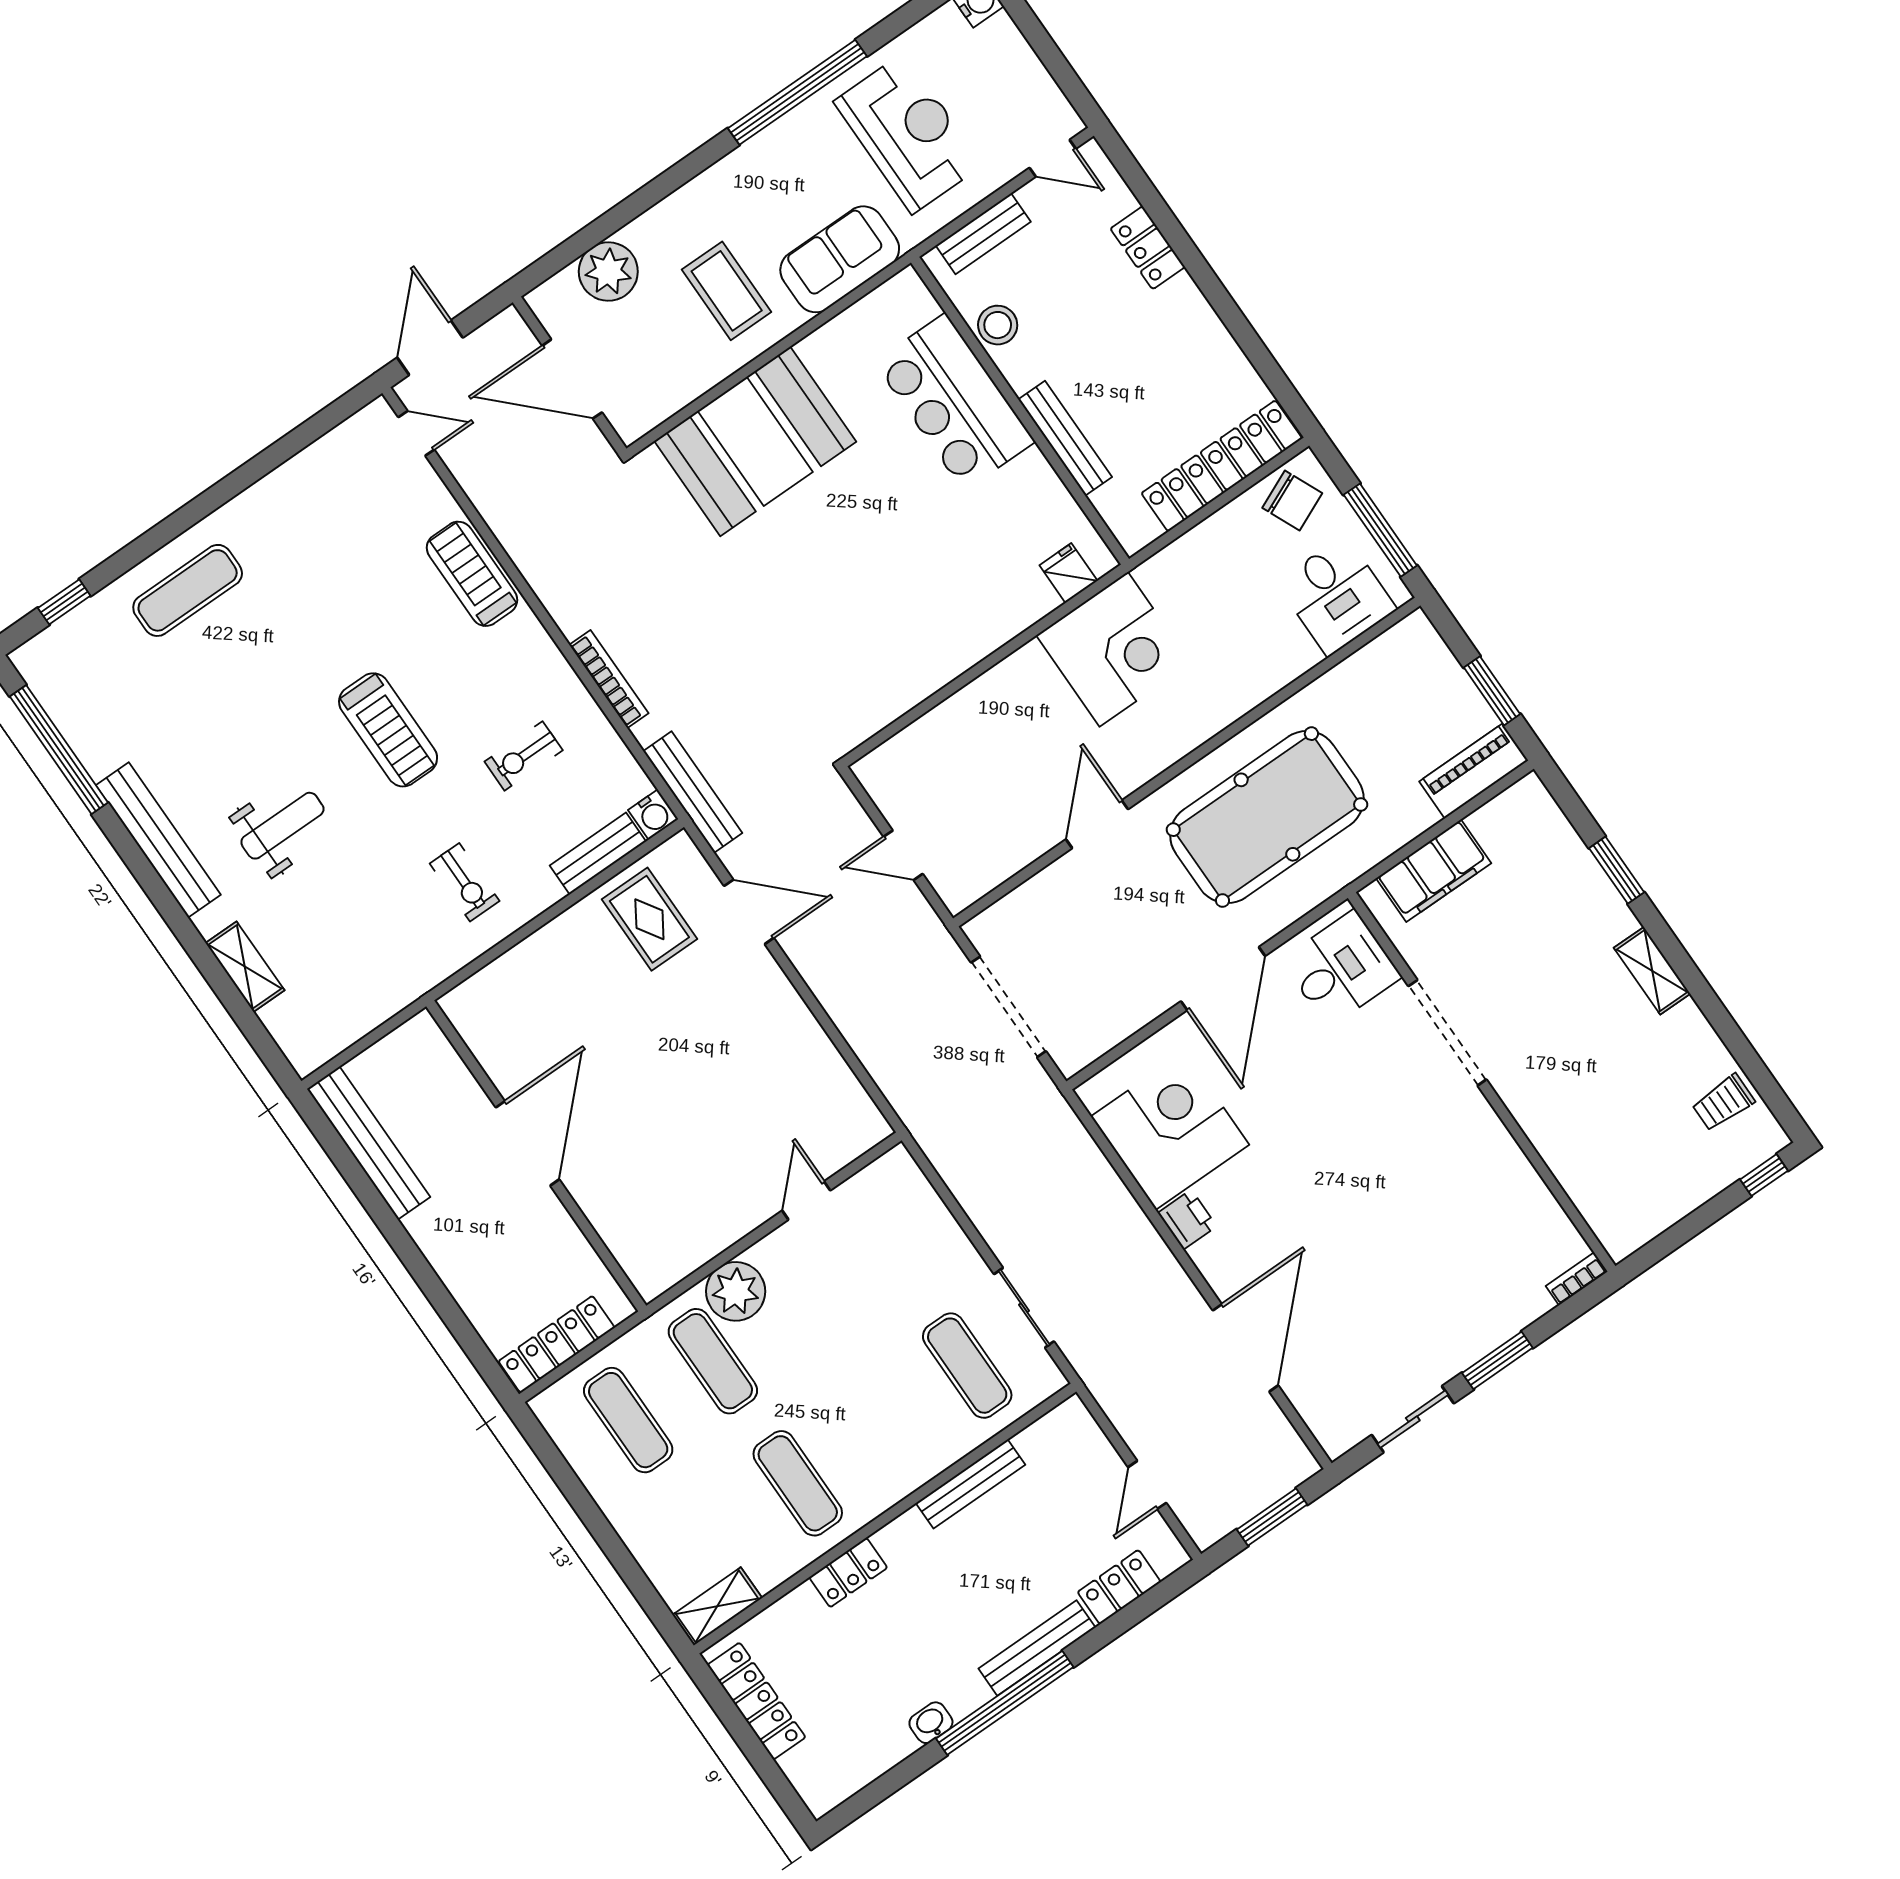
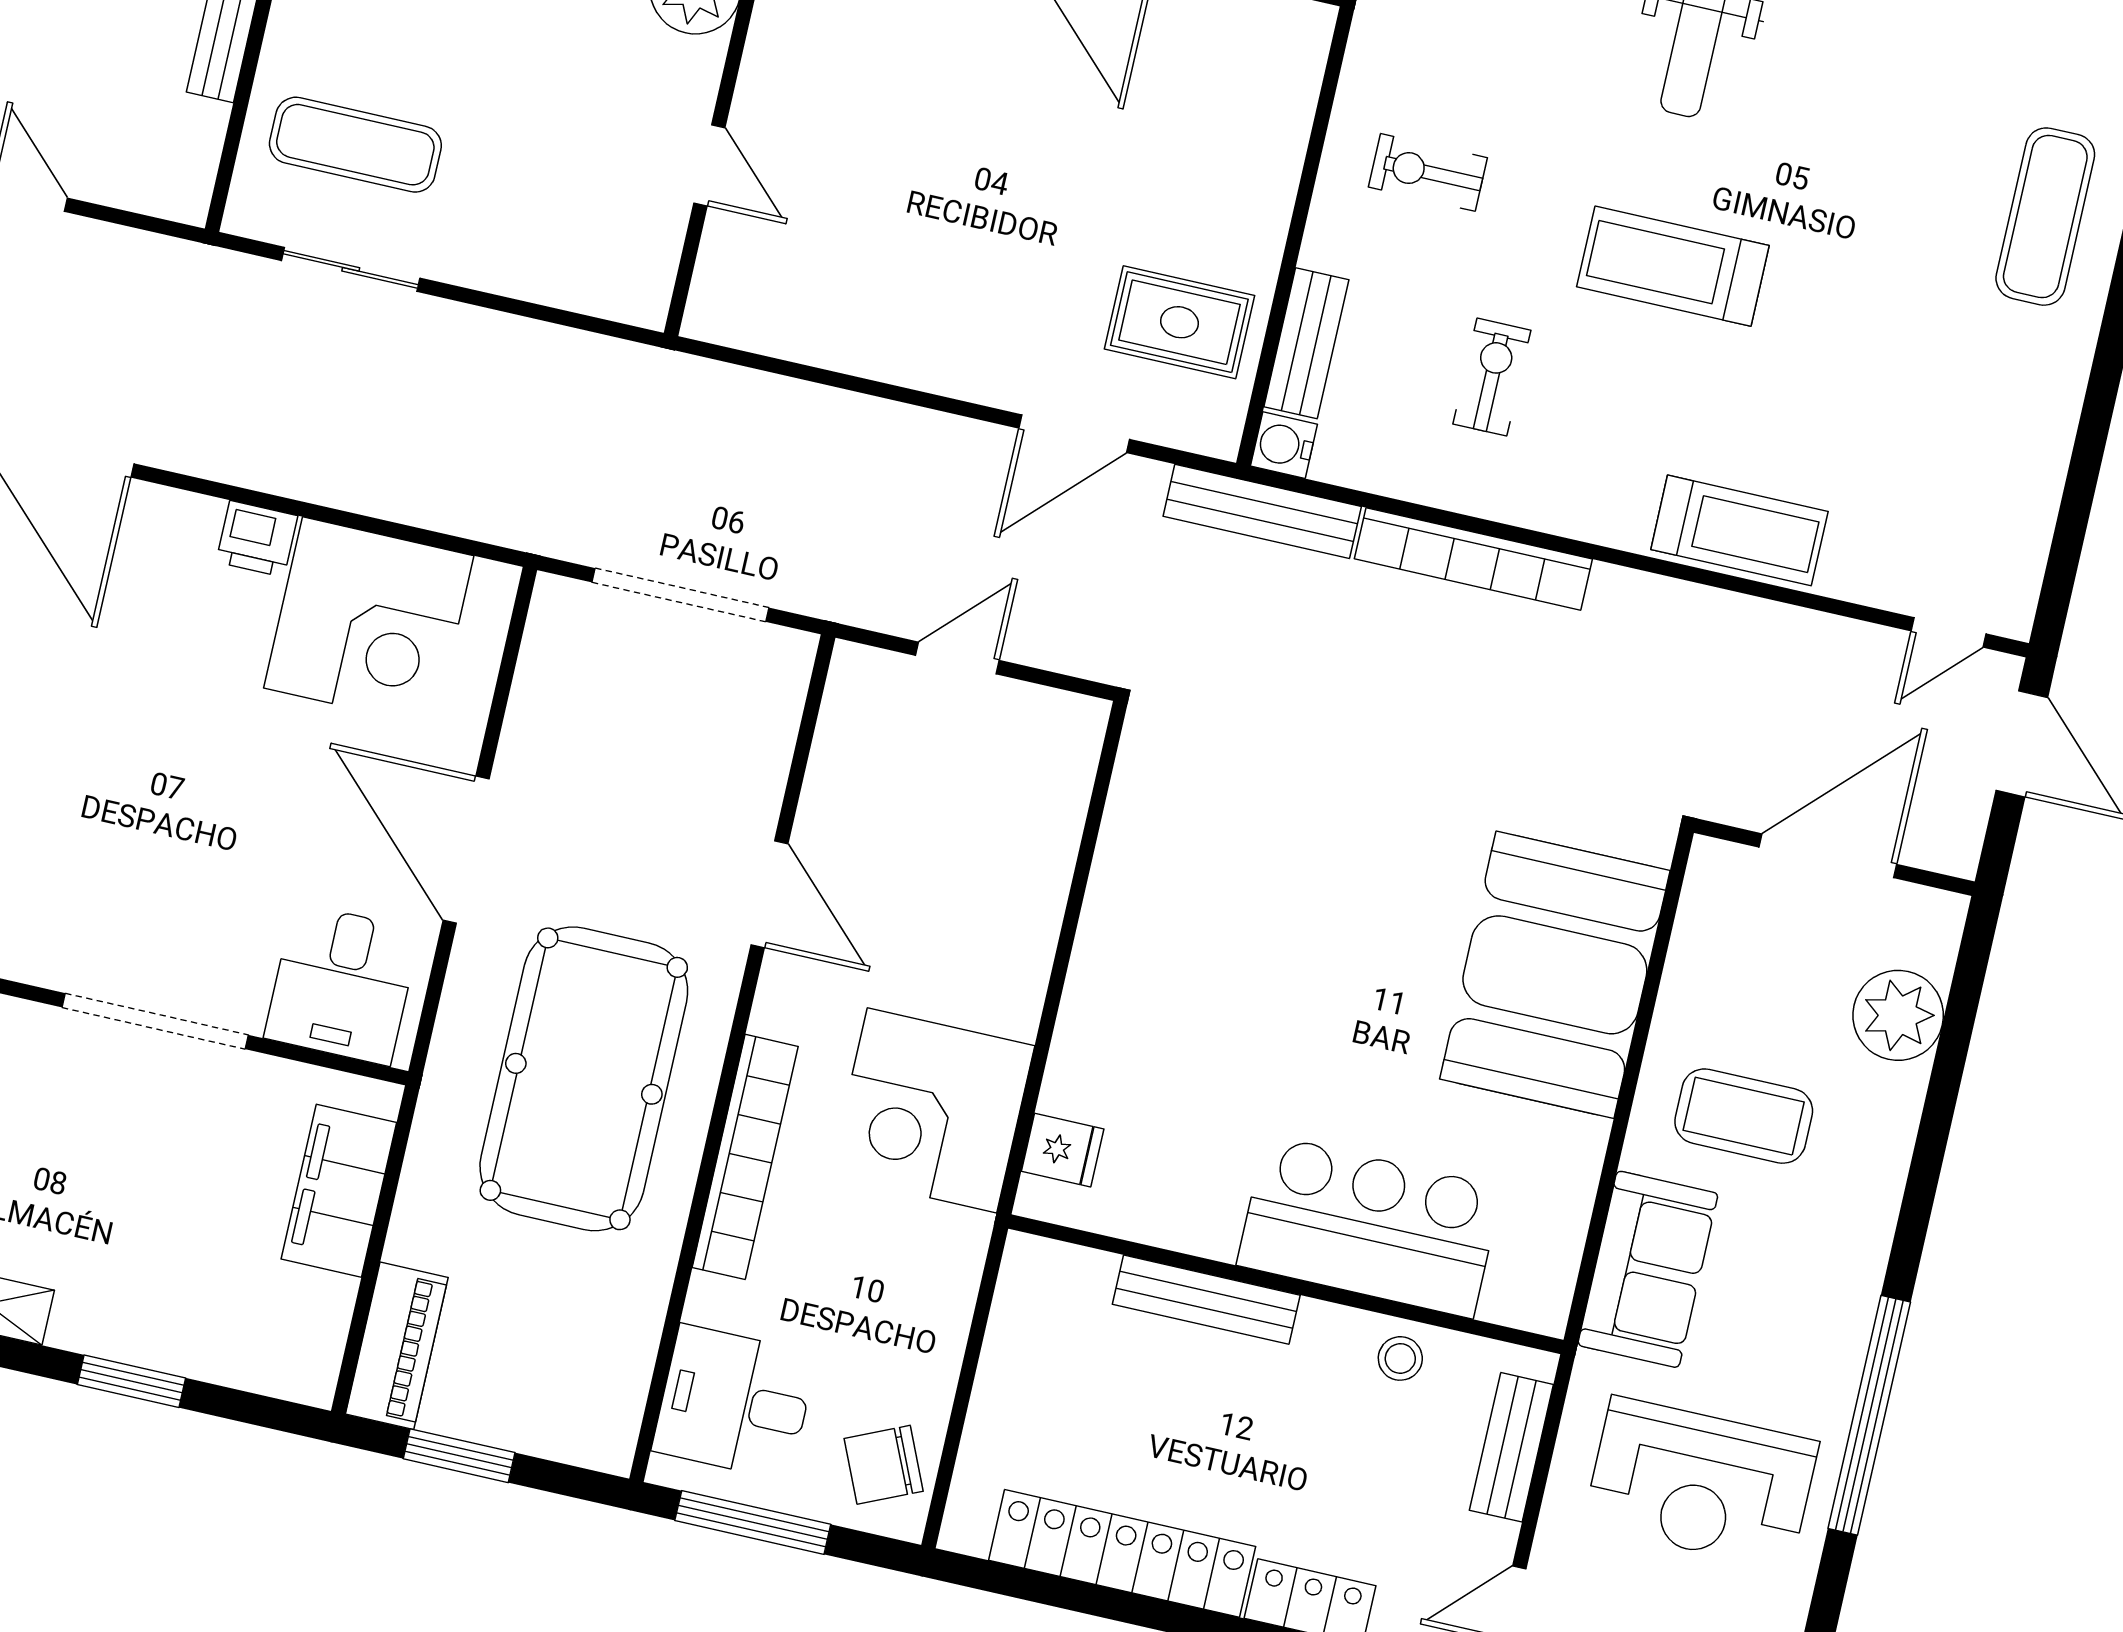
stool: (998, 325) -> (1400, 1358), width x0.73, depth x0.73
locker: (1222, 466) -> (1122, 1553), moved, turned -90
bookcase: (609, 679) -> (1473, 559), width x1.48, depth x1.31
bookcase: (1224, 709) -> (745, 1157), added

